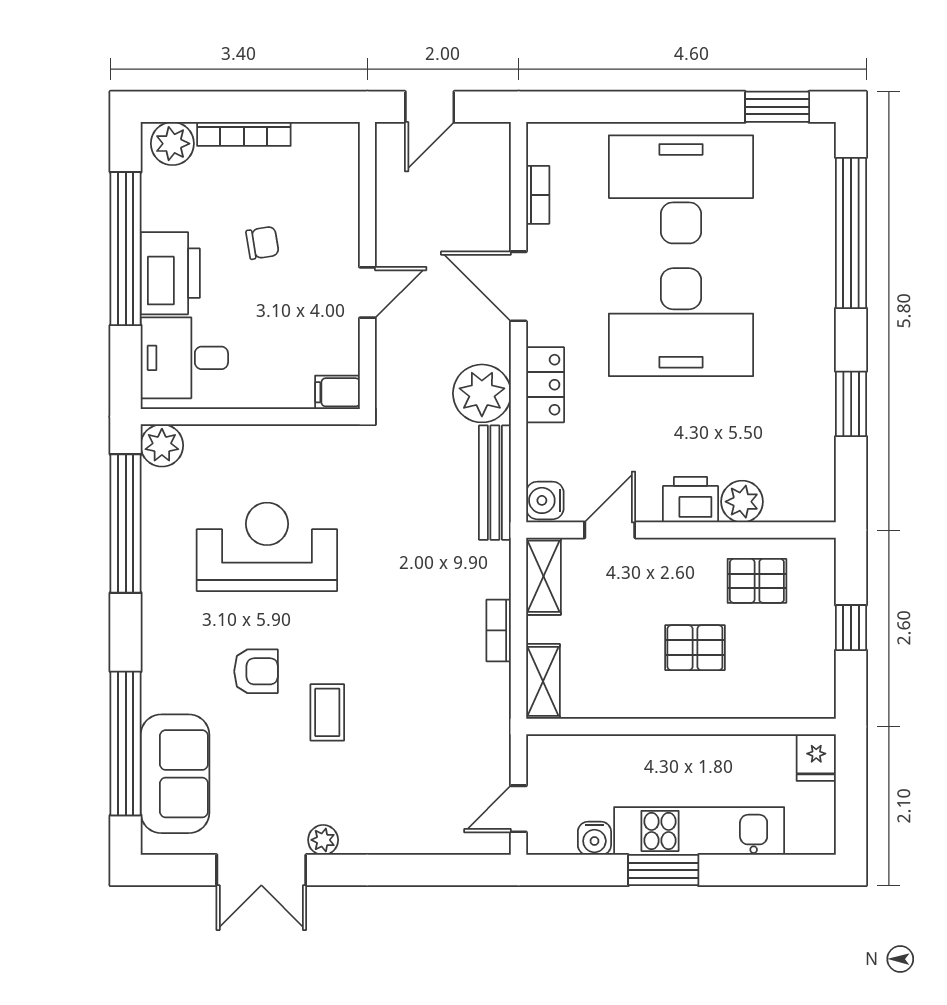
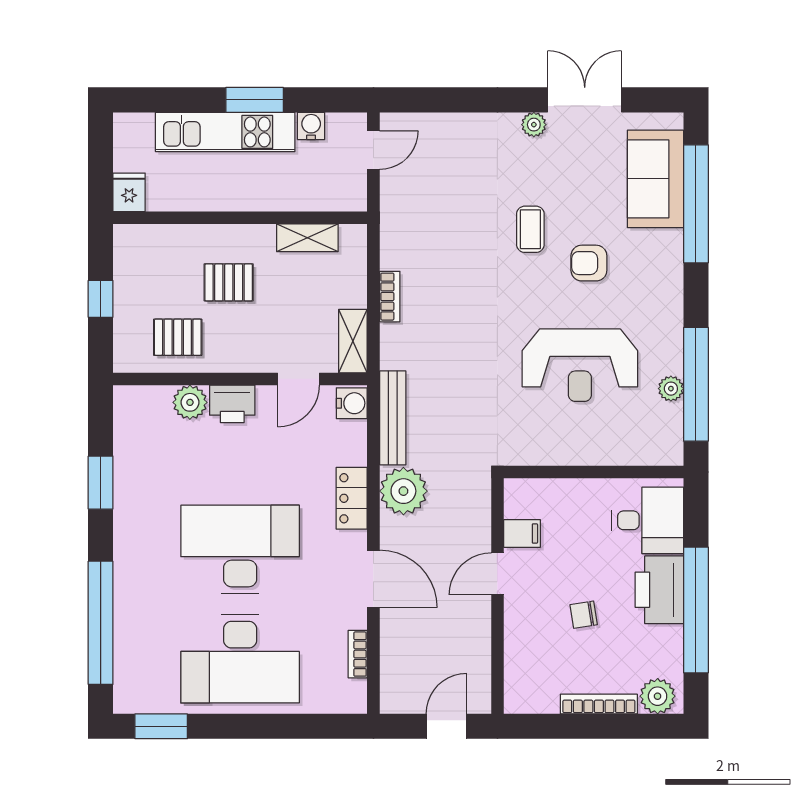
filing cabinet: (337, 392) -> (522, 534), moved
plant: (162, 445) -> (671, 389), moved, width x0.73, depth x0.73
shelving: (543, 681) -> (307, 238), moved, turned 90

